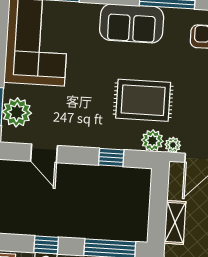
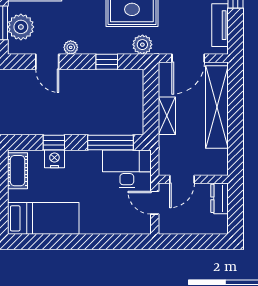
plant: (173, 145) -> (71, 47), moved

